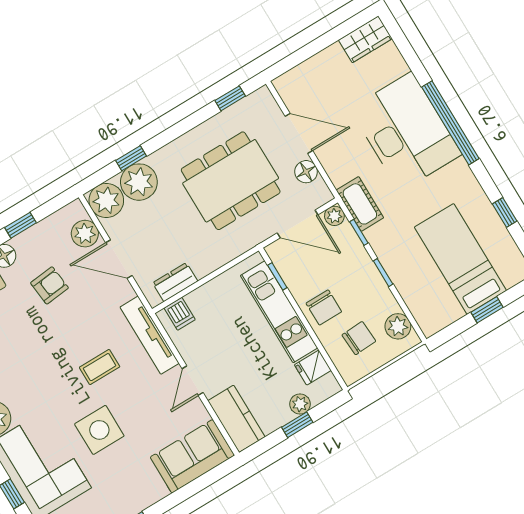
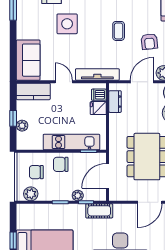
floor lamp: (306, 172) -> (130, 195), removed
plant: (334, 216) -> (78, 195), moved
chair: (359, 338) -> (36, 172), turned 93
coffee table: (100, 367) -> (119, 31), moved
fridge: (313, 368) -> (98, 108), moved, turned -90

